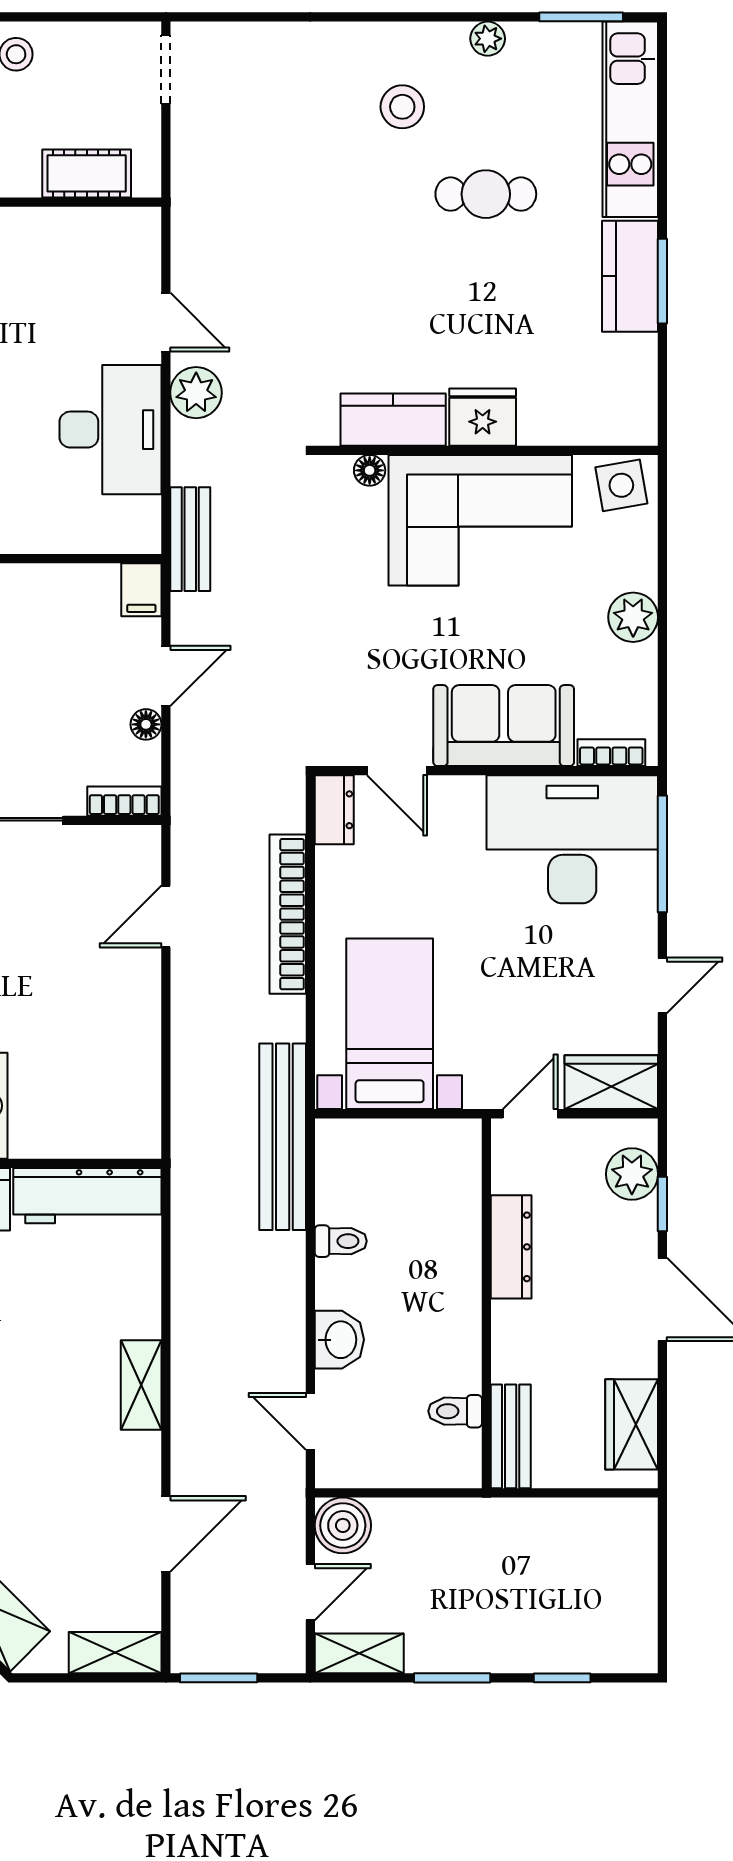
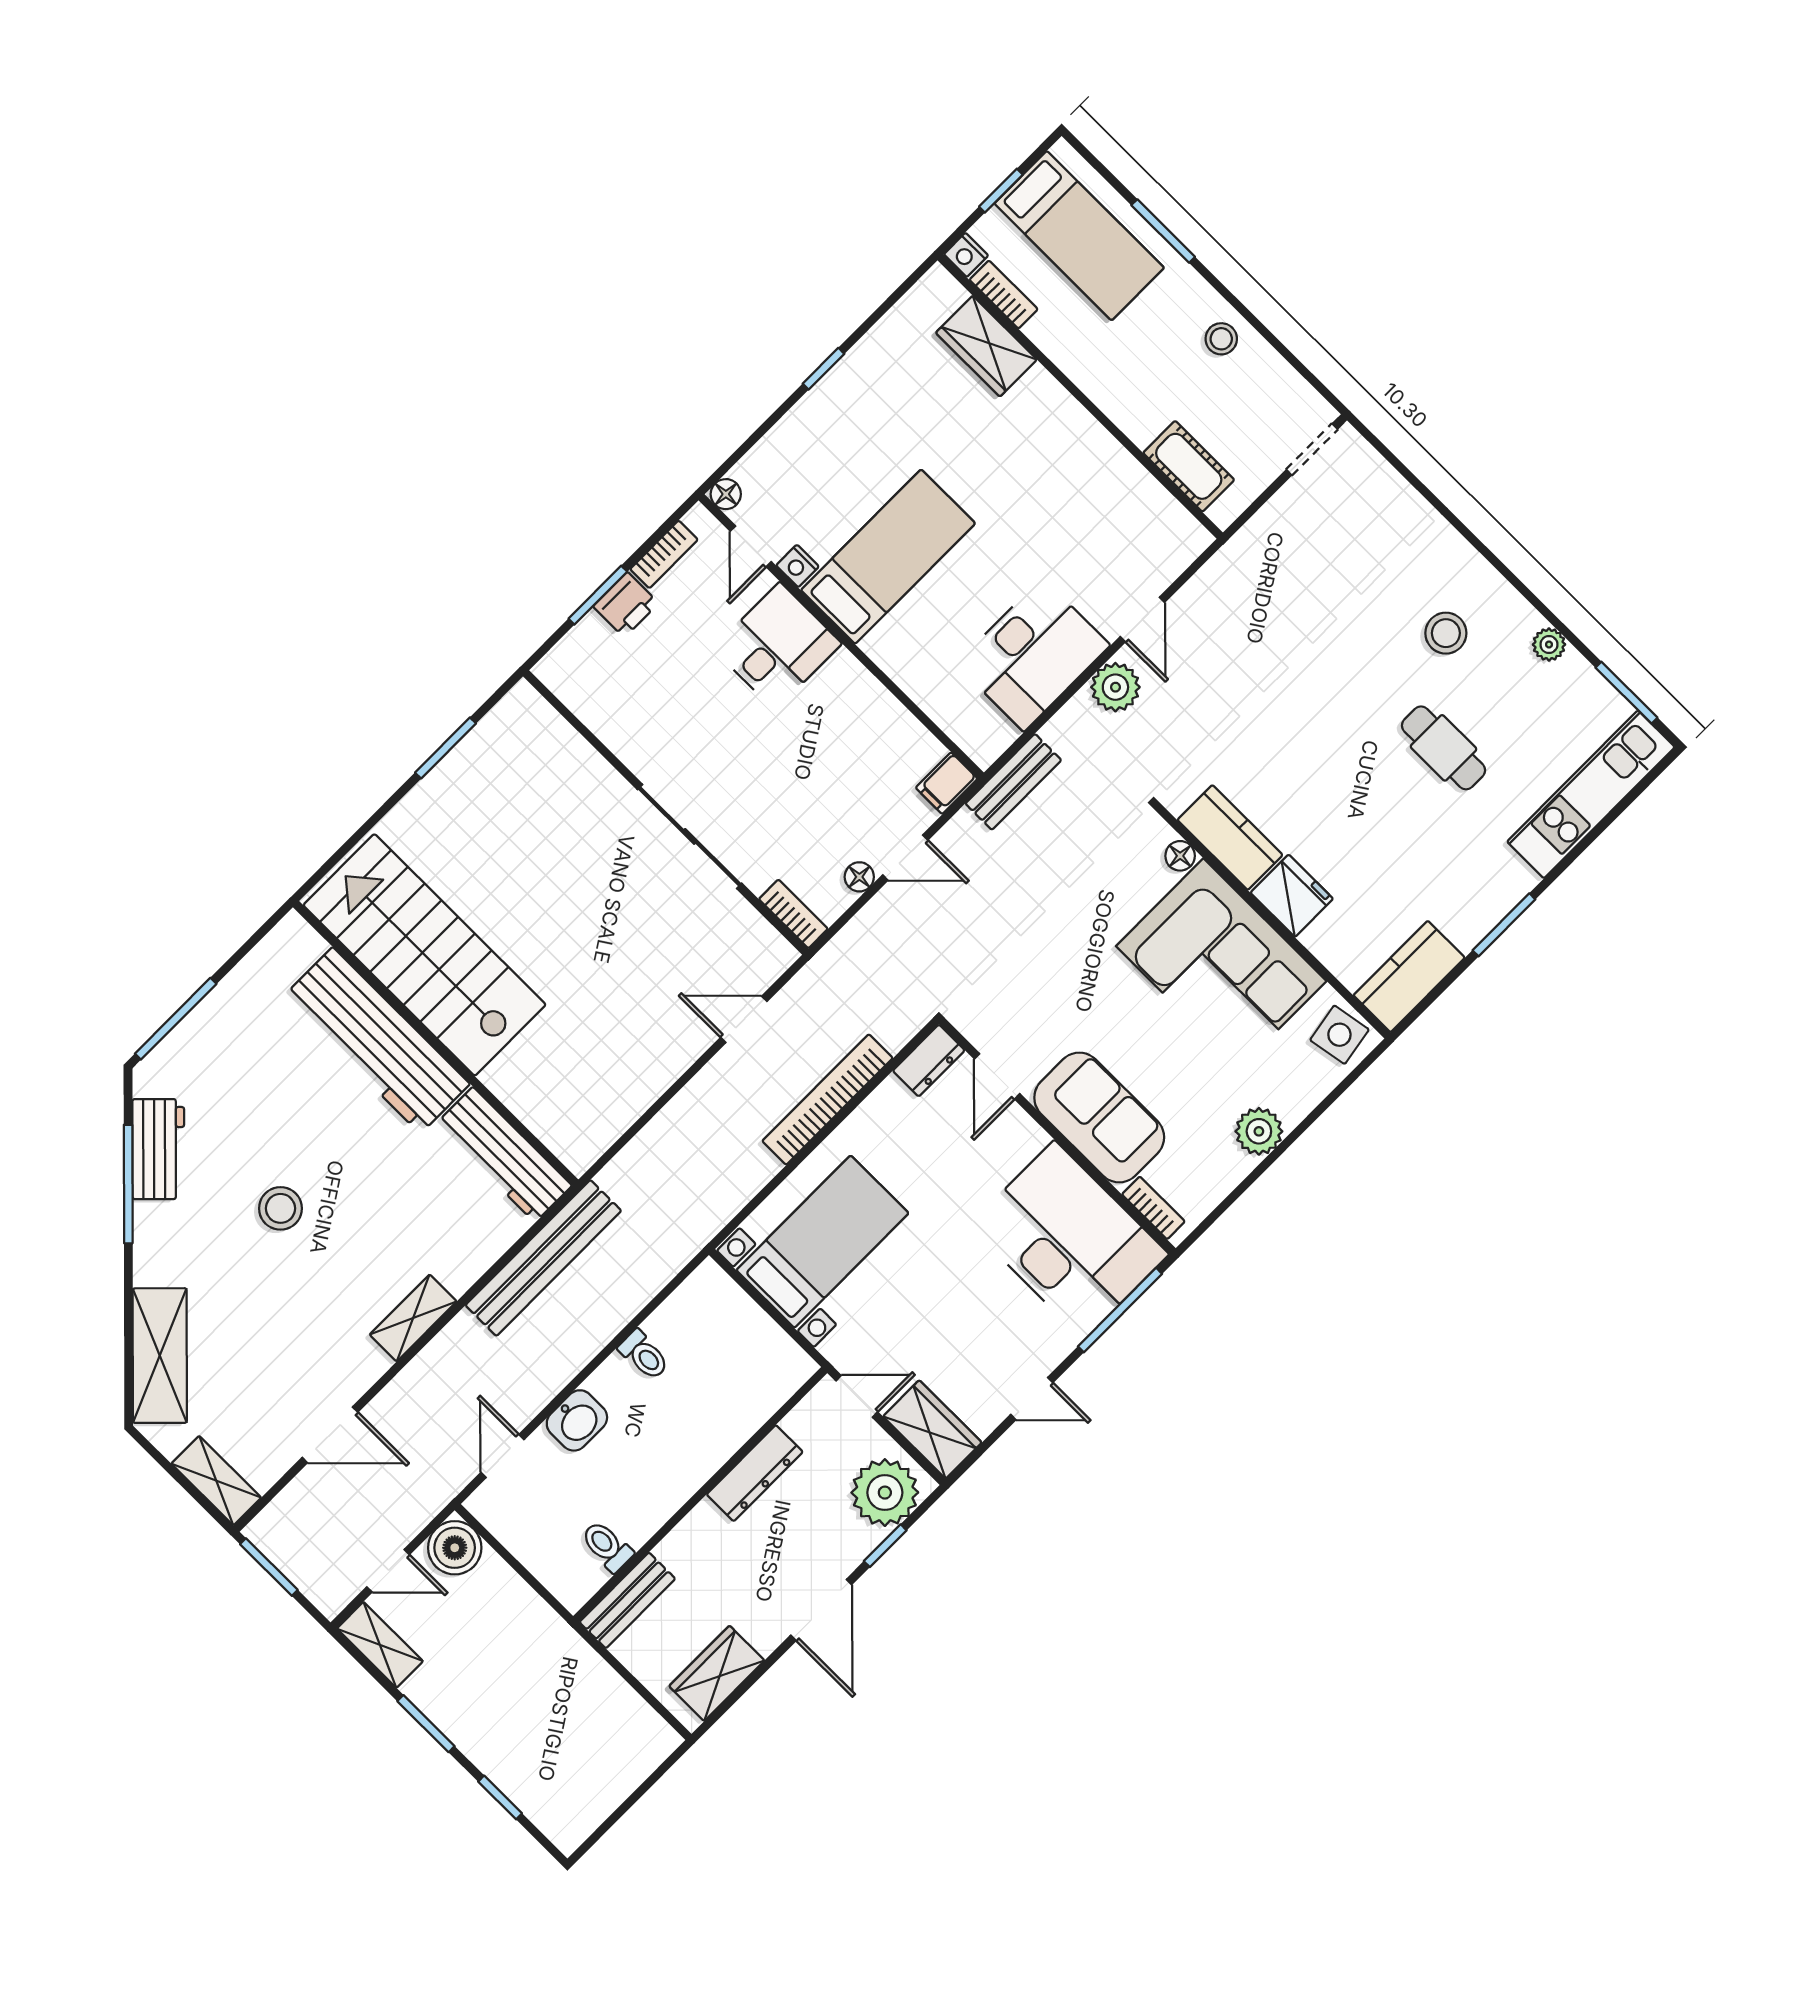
kitchen counter: (630, 276) -> (1409, 976), moved
bench: (283, 1137) -> (543, 1258), moved
plant: (632, 1174) -> (885, 1493), width x1.36, depth x1.36

